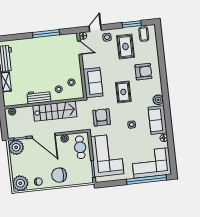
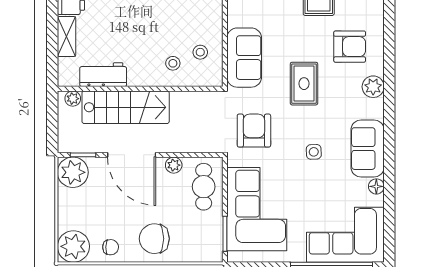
workbench: (39, 97) -> (103, 75), moved
plant: (158, 100) -> (373, 87), moved
stairs: (55, 111) -> (126, 107), moved

